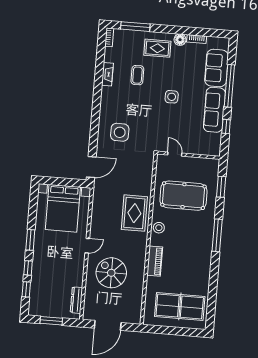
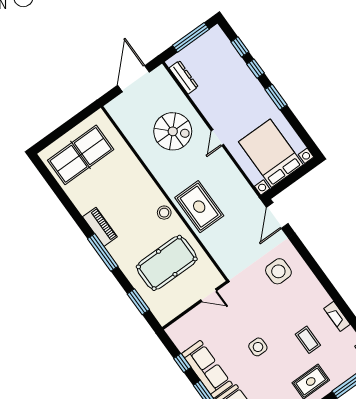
piano: (155, 261) -> (100, 227), moved, turned 180
window: (51, 321) -> (191, 37), width x1.44

